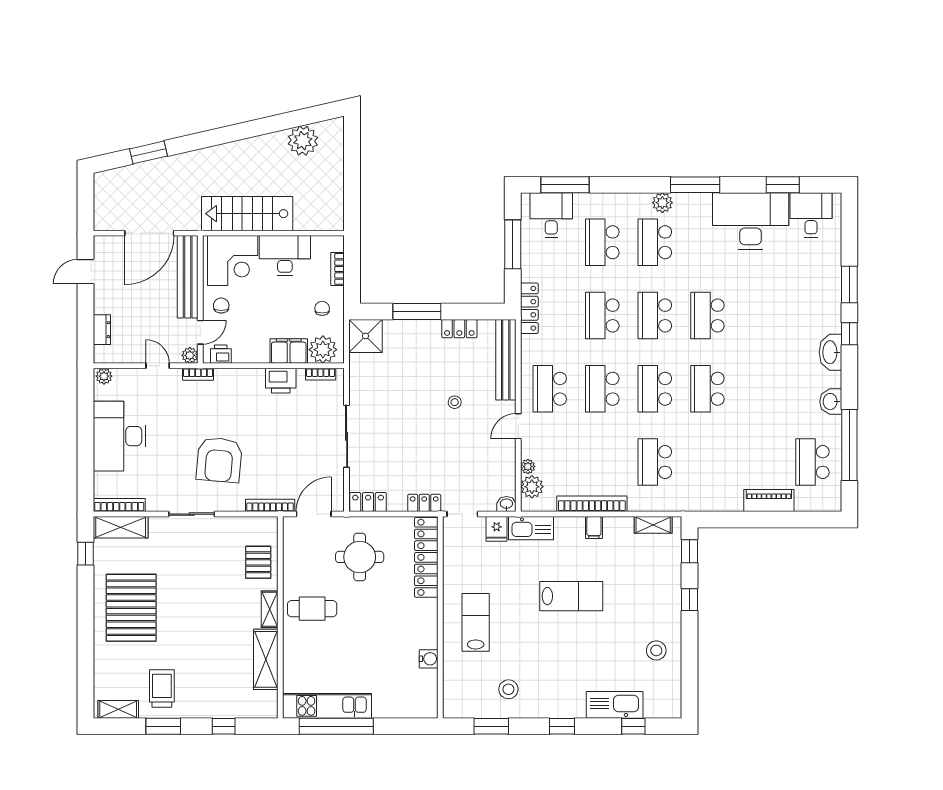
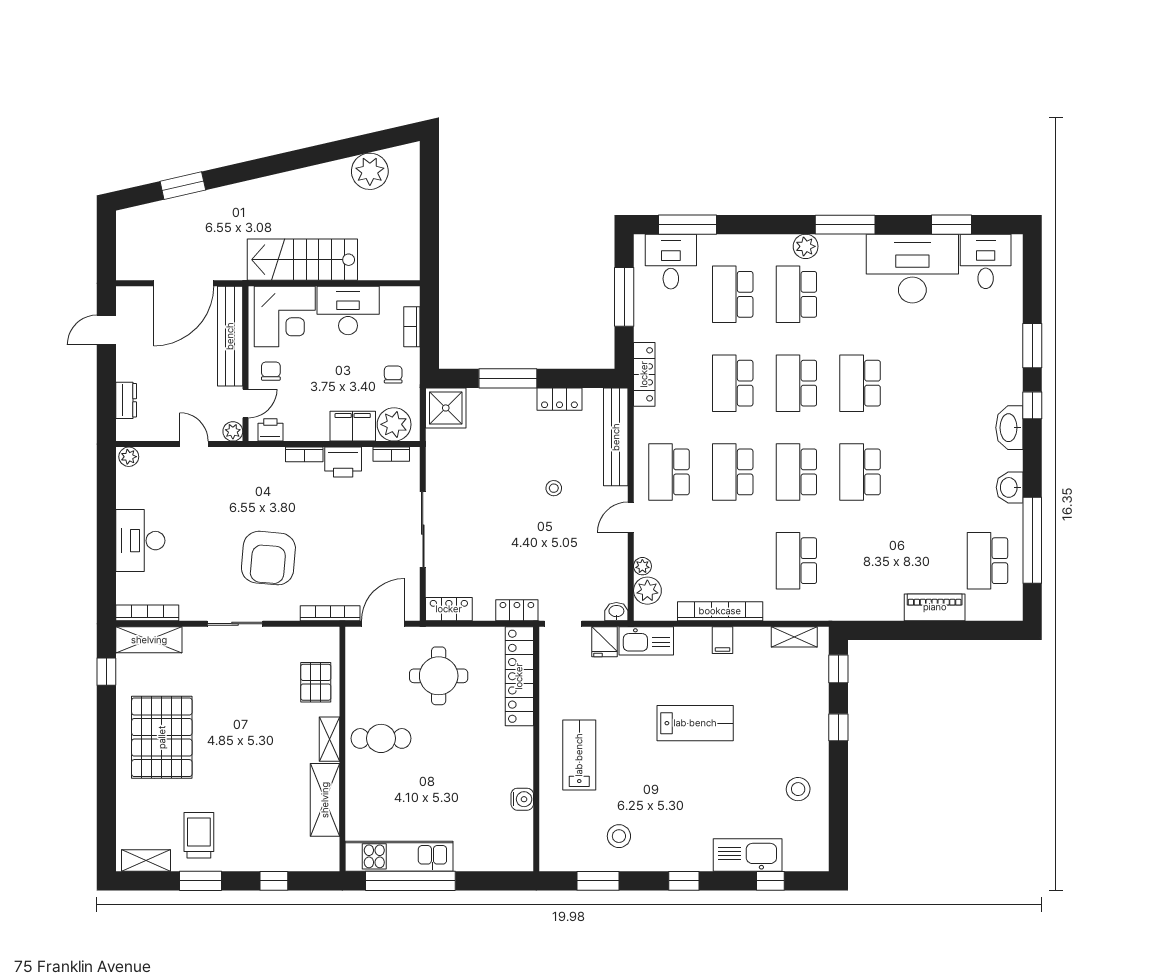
bookcase: (198, 374) -> (304, 454), moved
desk: (120, 436) -> (140, 541), width x0.73, depth x0.77

